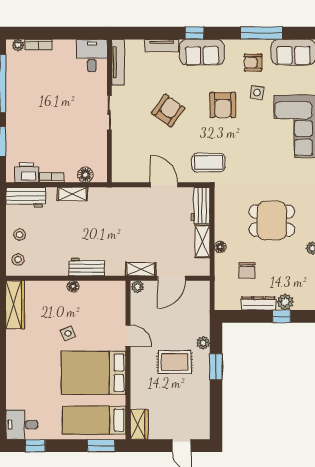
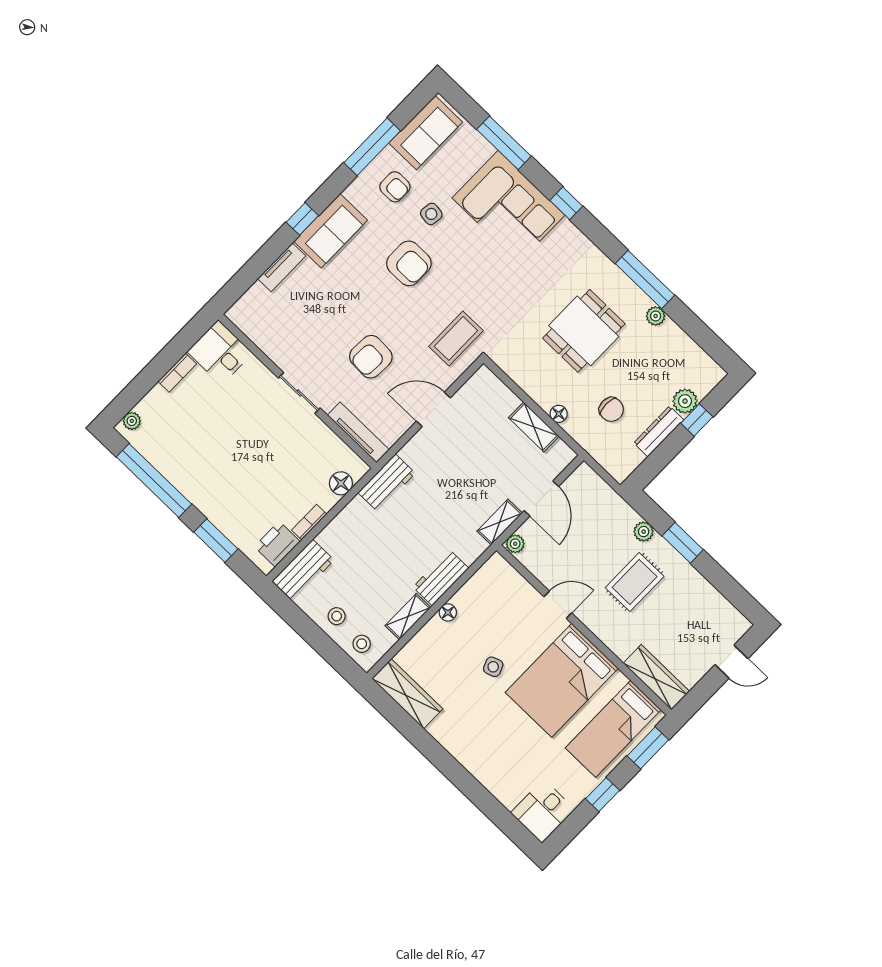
bookcase: (38, 45) -> (177, 373), moved
tv unit: (118, 62) -> (358, 432), moved
armchair: (253, 63) -> (395, 187), turned -90
armchair: (168, 111) -> (371, 357), moved, turned -123
shelving: (72, 194) -> (408, 617), moved
workbench: (200, 205) -> (387, 483), moved, turned -90
wardrobe: (139, 424) -> (656, 677), width x1.50
window: (35, 446) -> (603, 795), moved

